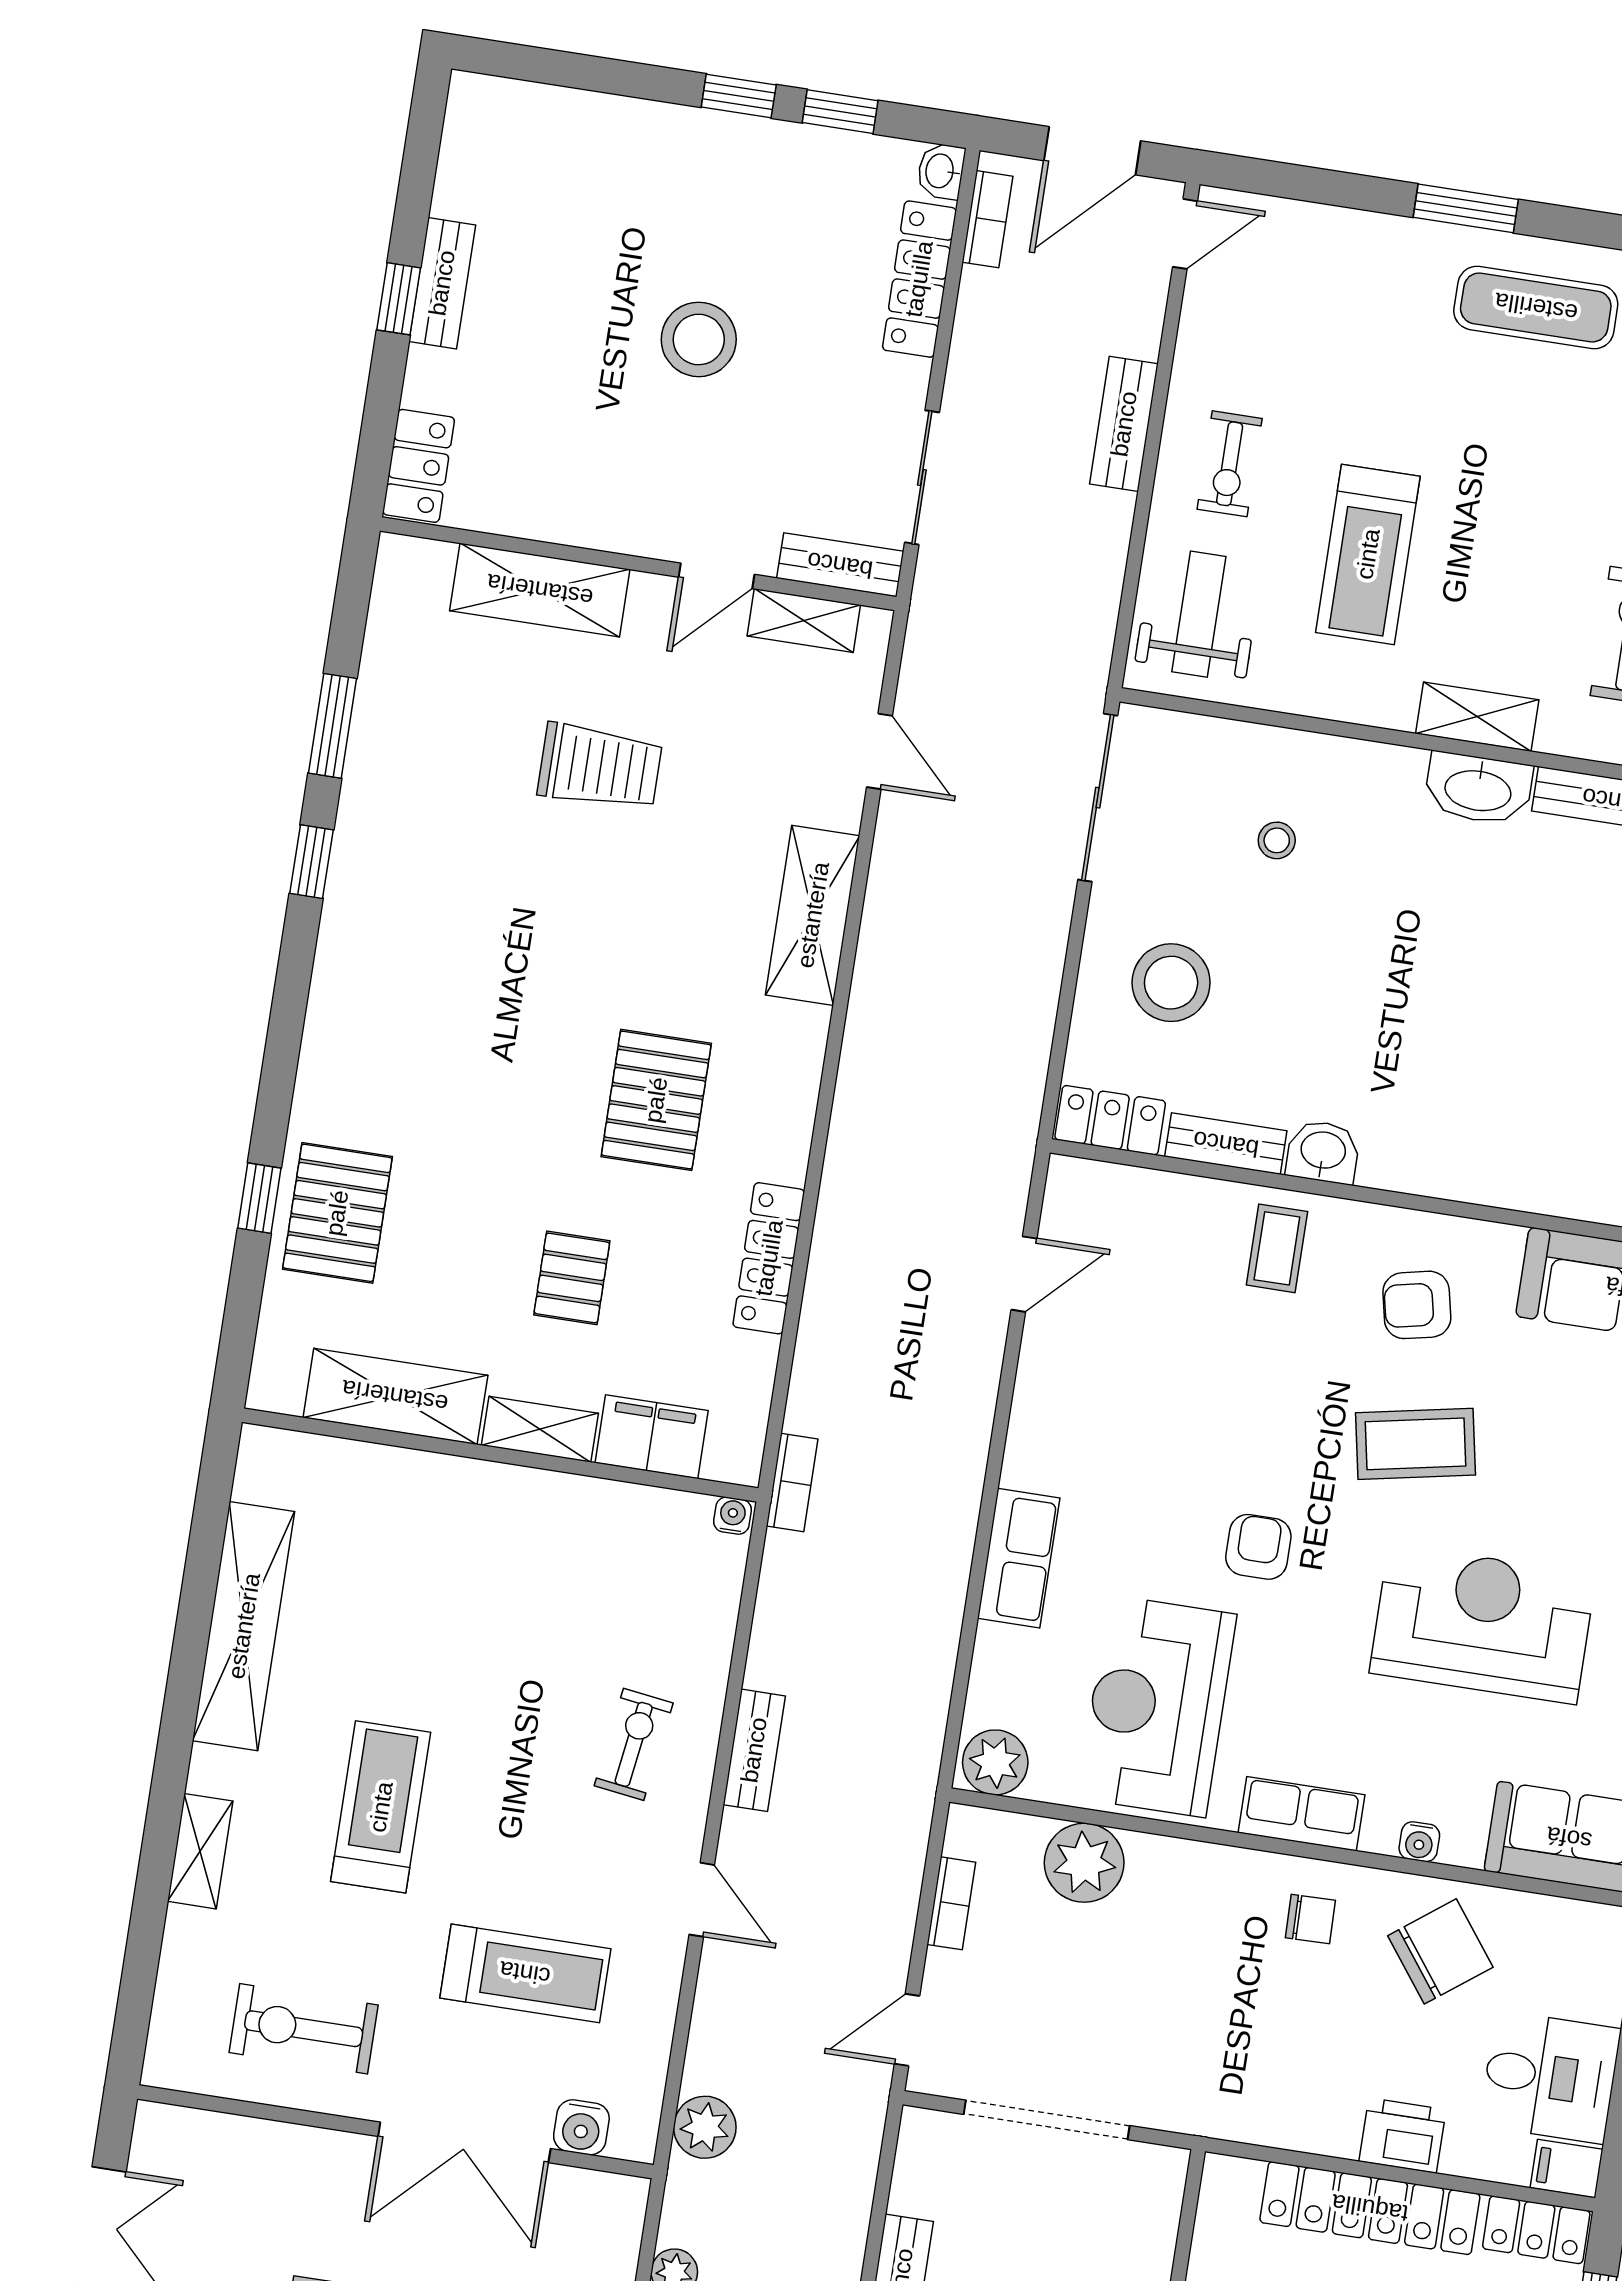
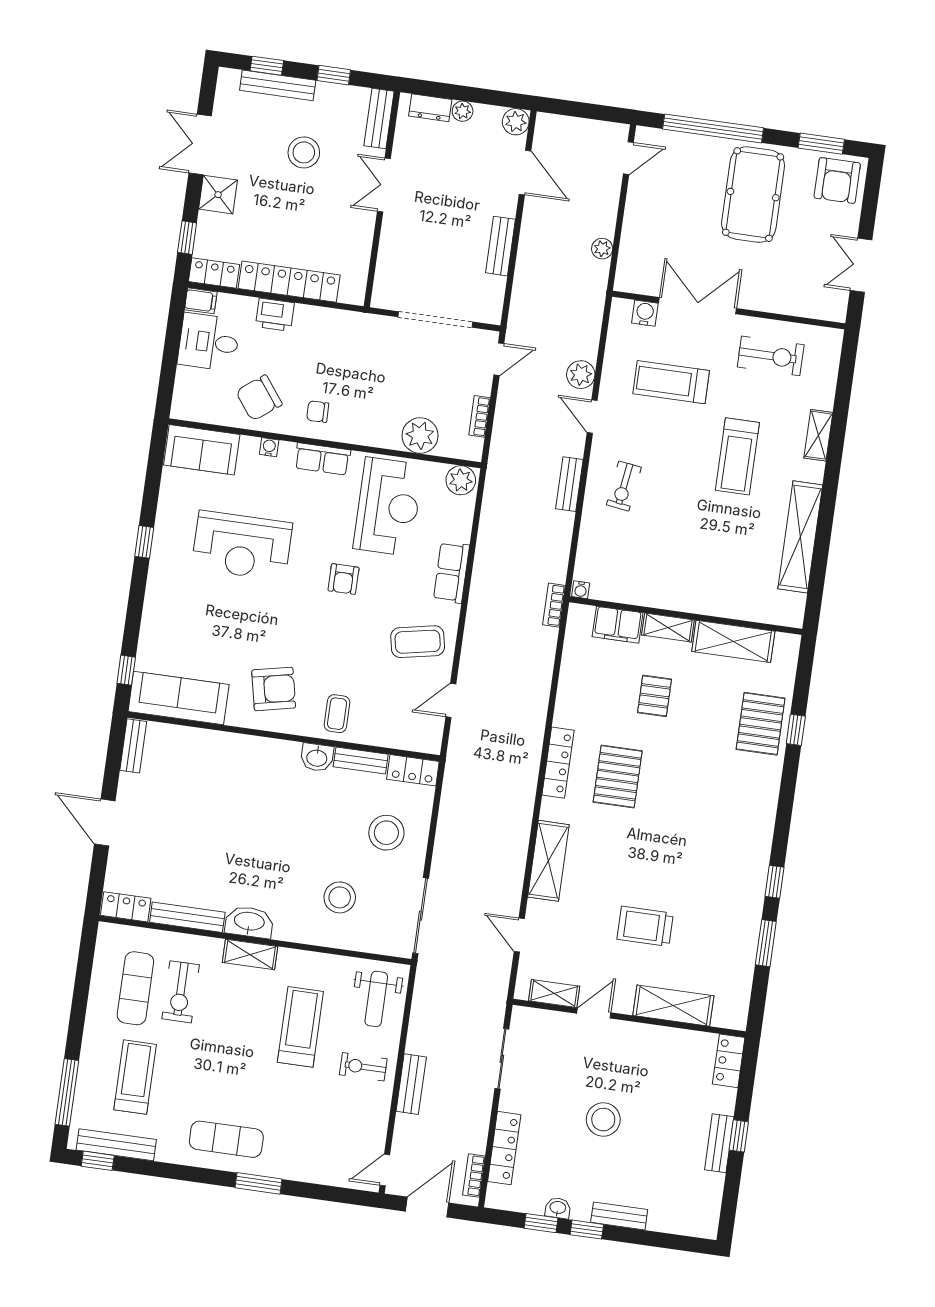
washbasin: (941, 171) -> (558, 1208), moved, turned -90
exercise bike: (1230, 464) -> (363, 1067), turned -90
bench: (840, 565) -> (619, 1216), moved
stool: (1277, 840) -> (340, 897), width x1.89, depth x1.89
locker: (769, 1258) -> (558, 763), moved
armchair: (1417, 1305) -> (274, 689), width x1.38, depth x1.38
coffee table: (1415, 1444) -> (418, 642), moved
plant: (705, 2127) -> (581, 375), moved

